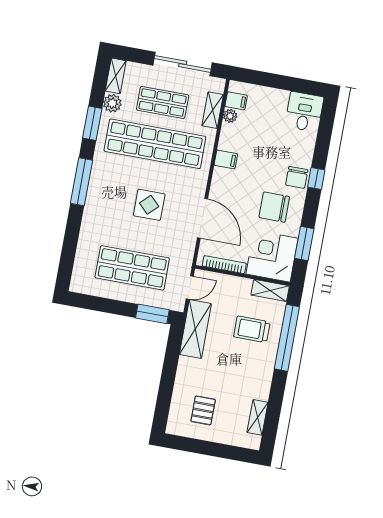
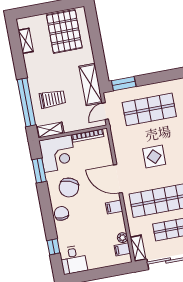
shelving: (213, 110) -> (138, 248), moved
window: (316, 178) -> (53, 247), moved
chair: (274, 207) -> (69, 187), turned 111
door: (203, 218) -> (118, 179), moved
pallet: (203, 410) -> (64, 31), width x2.05, depth x2.00

